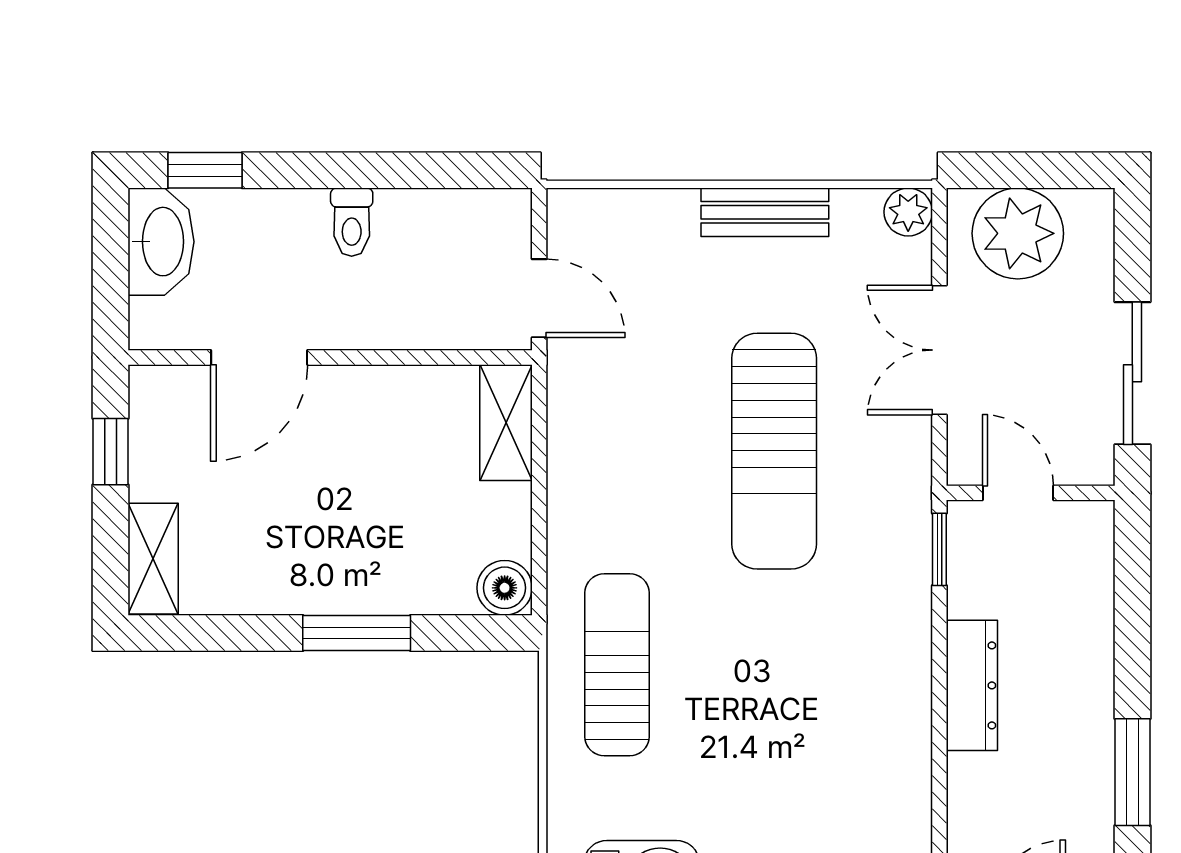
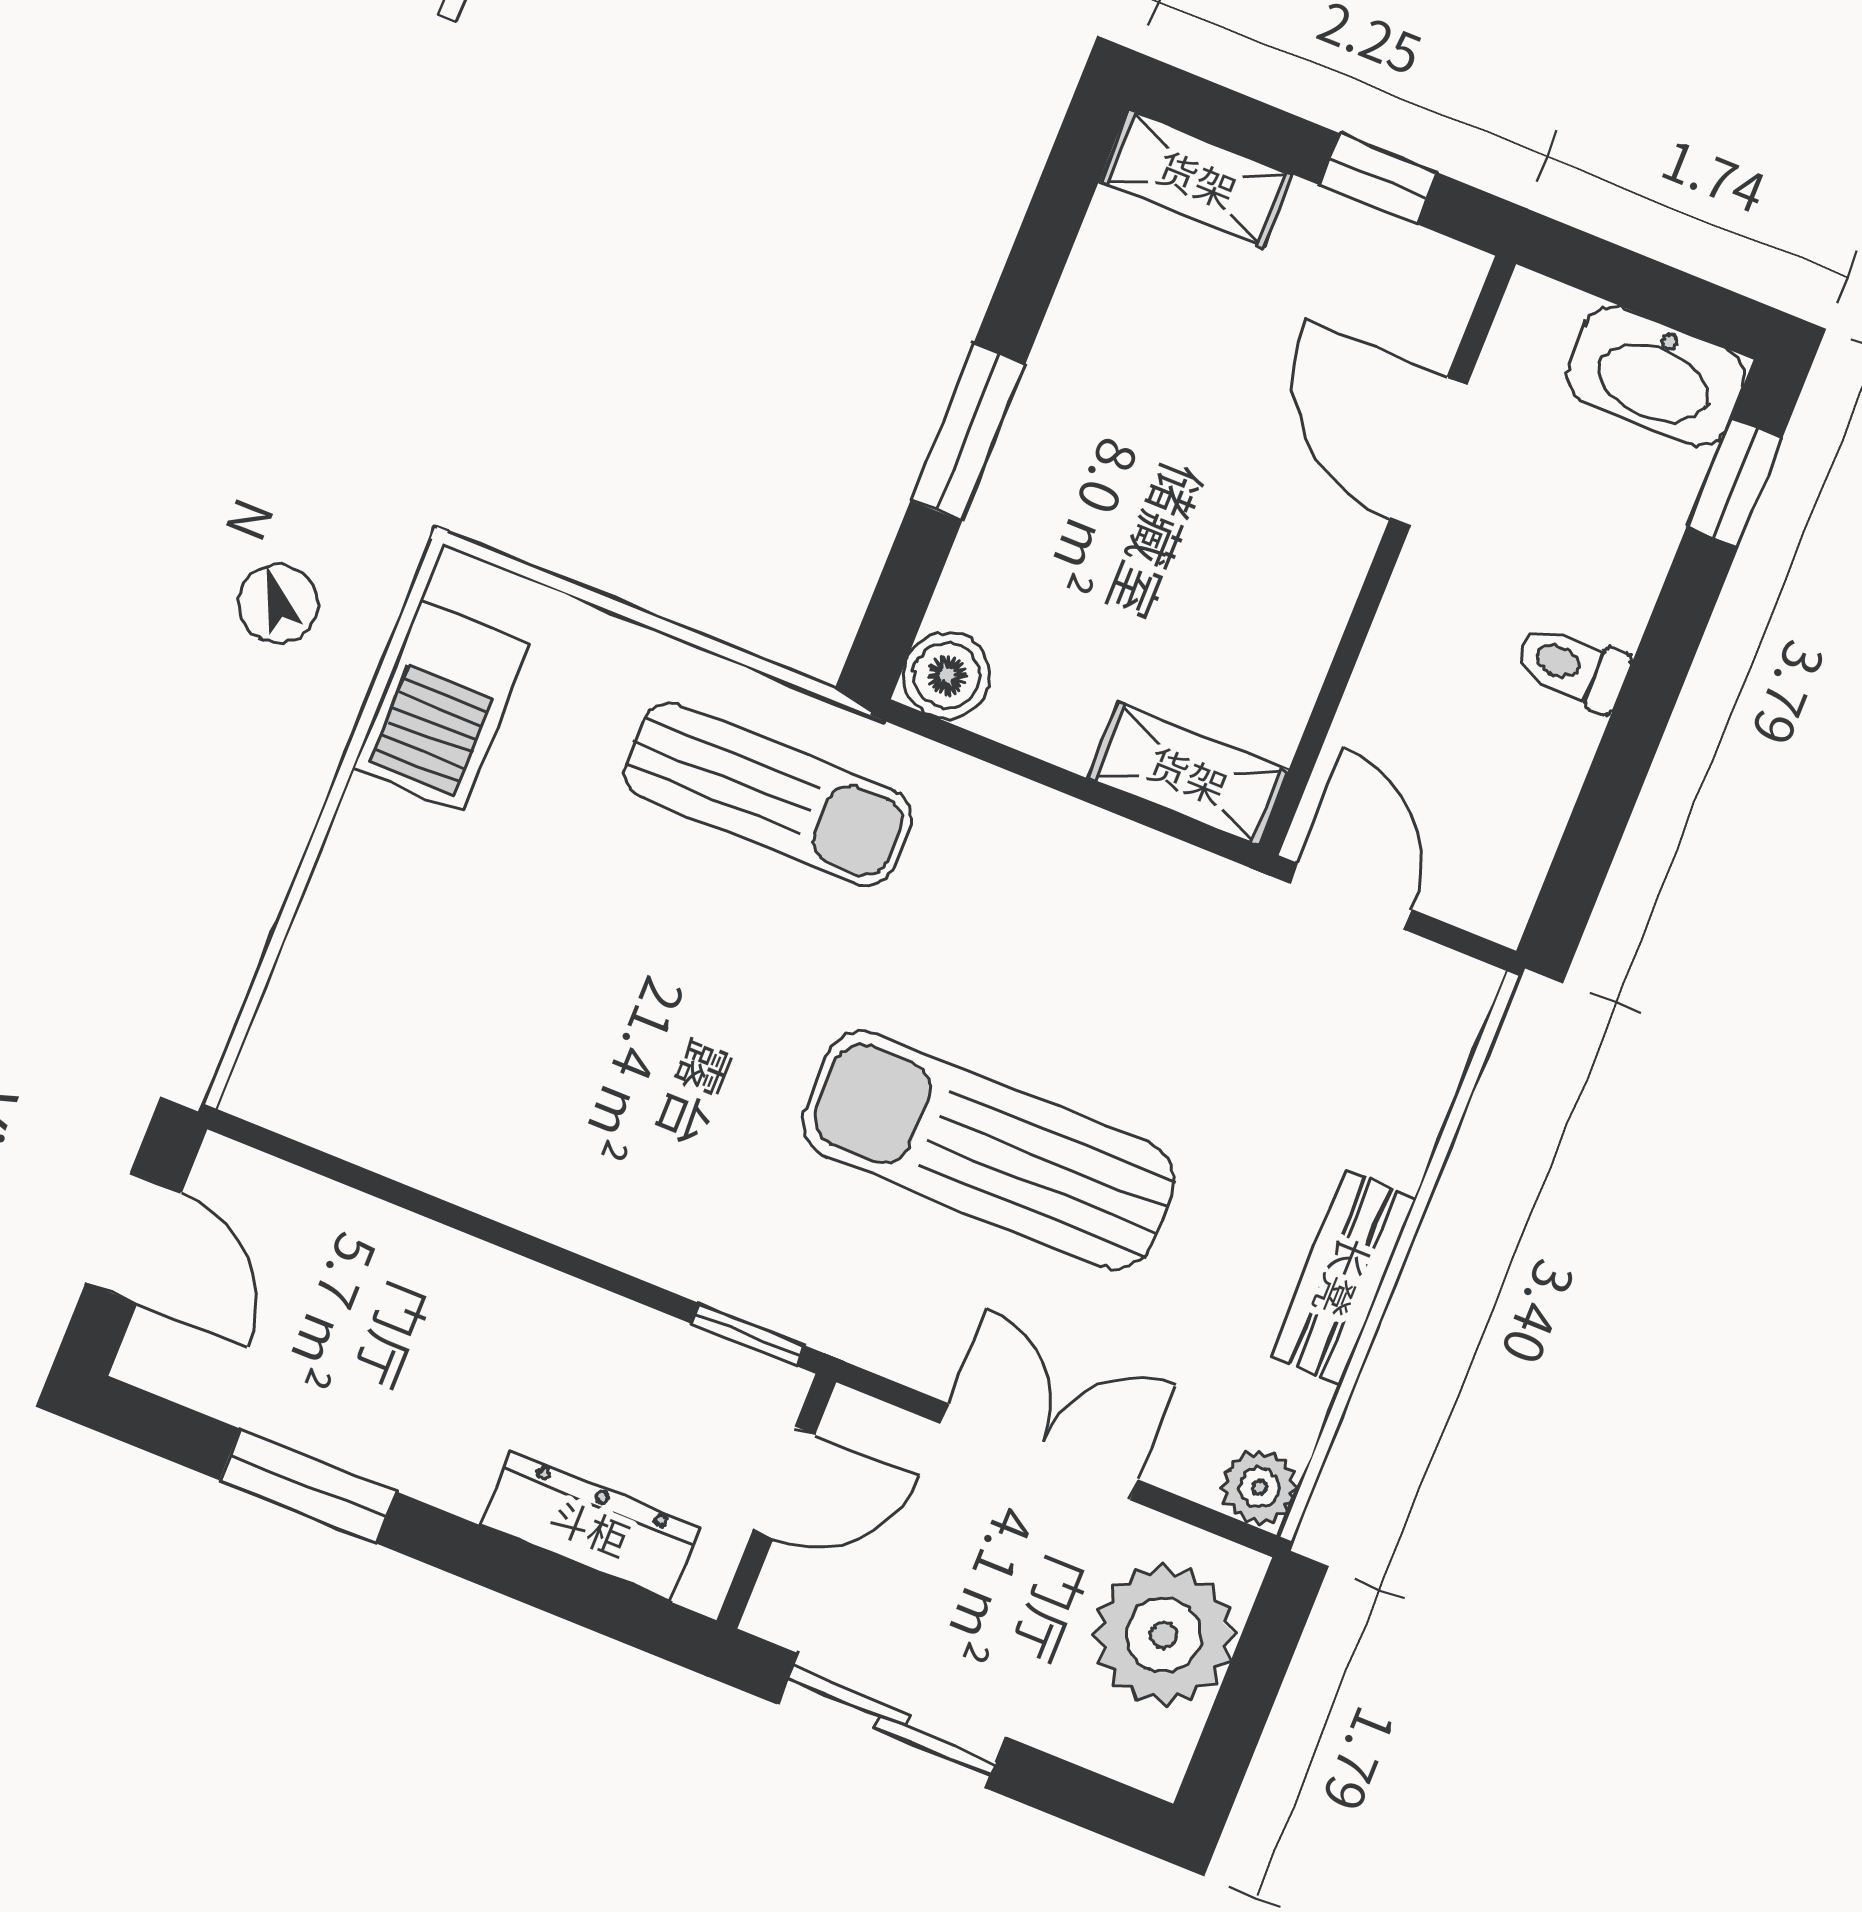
door: (539, 298) -> (1350, 896), swing flipped
dresser: (972, 685) -> (590, 1526), moved, turned 180

